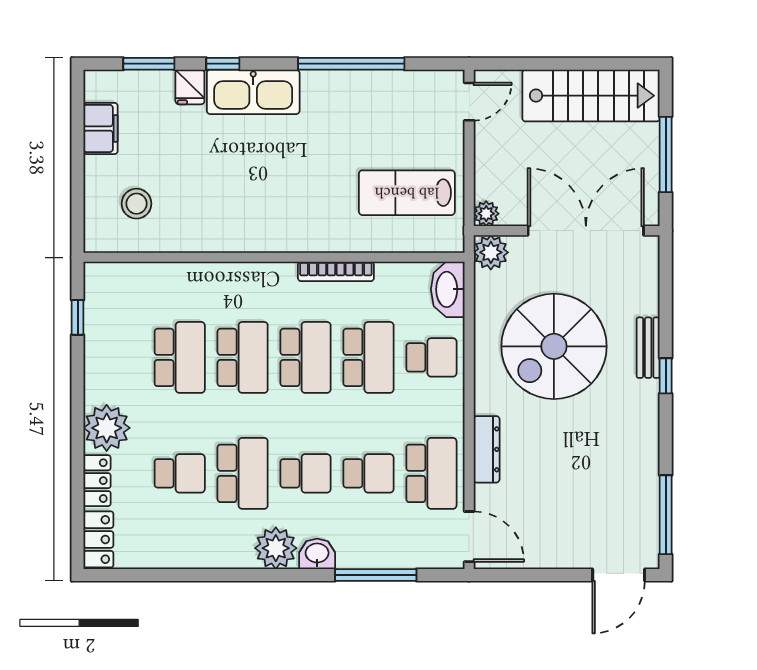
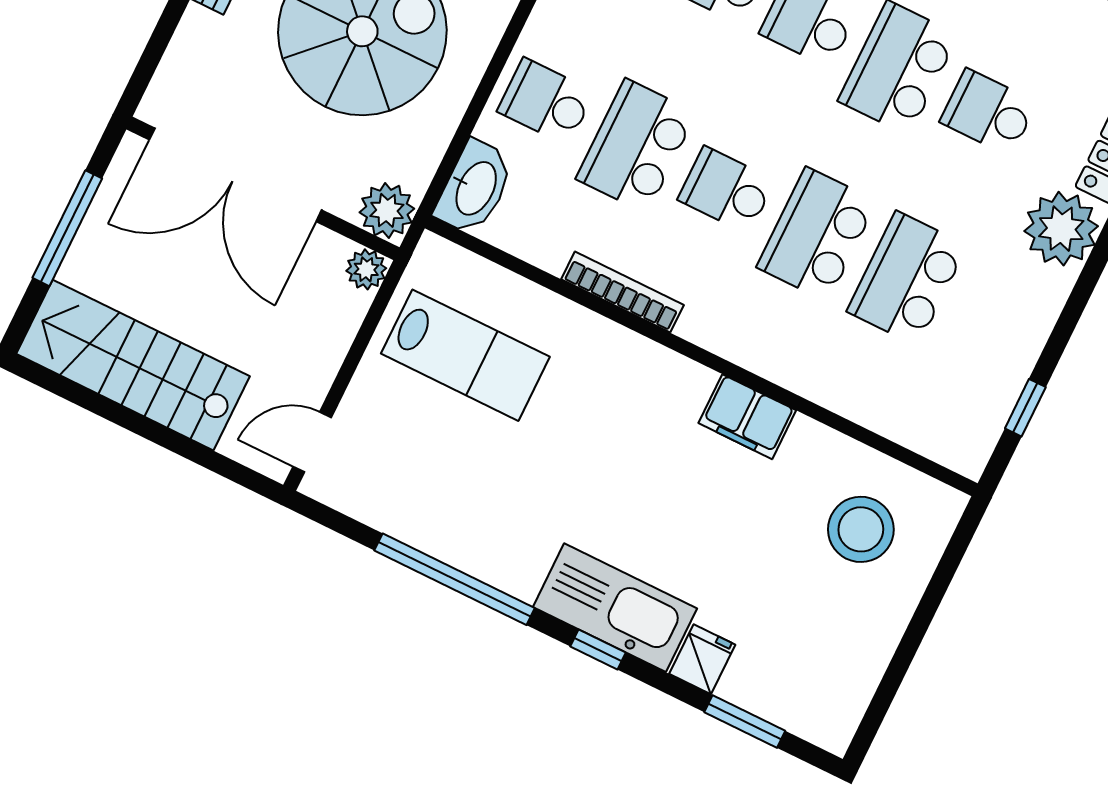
window: (223, 64) -> (598, 649), moved
filing cabinet: (101, 128) -> (747, 417), moved, turned -90
stool: (137, 204) -> (861, 529), width x1.38, depth x1.38
school desk: (306, 357) -> (726, 190), width x0.54

